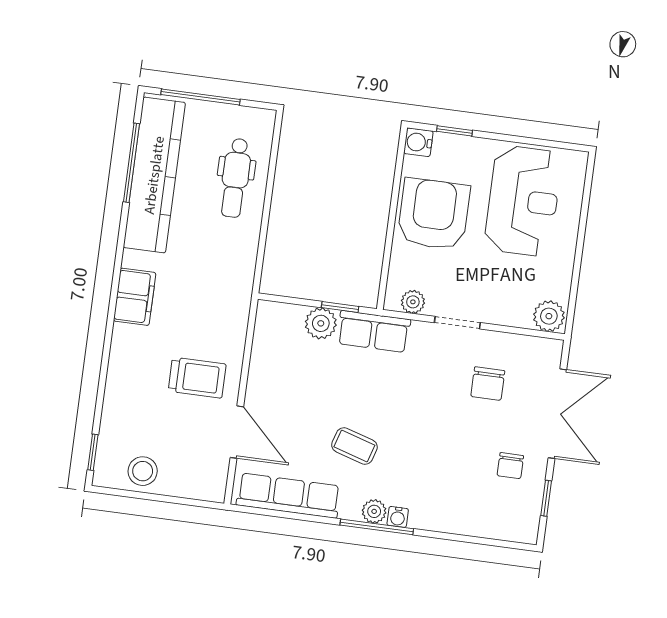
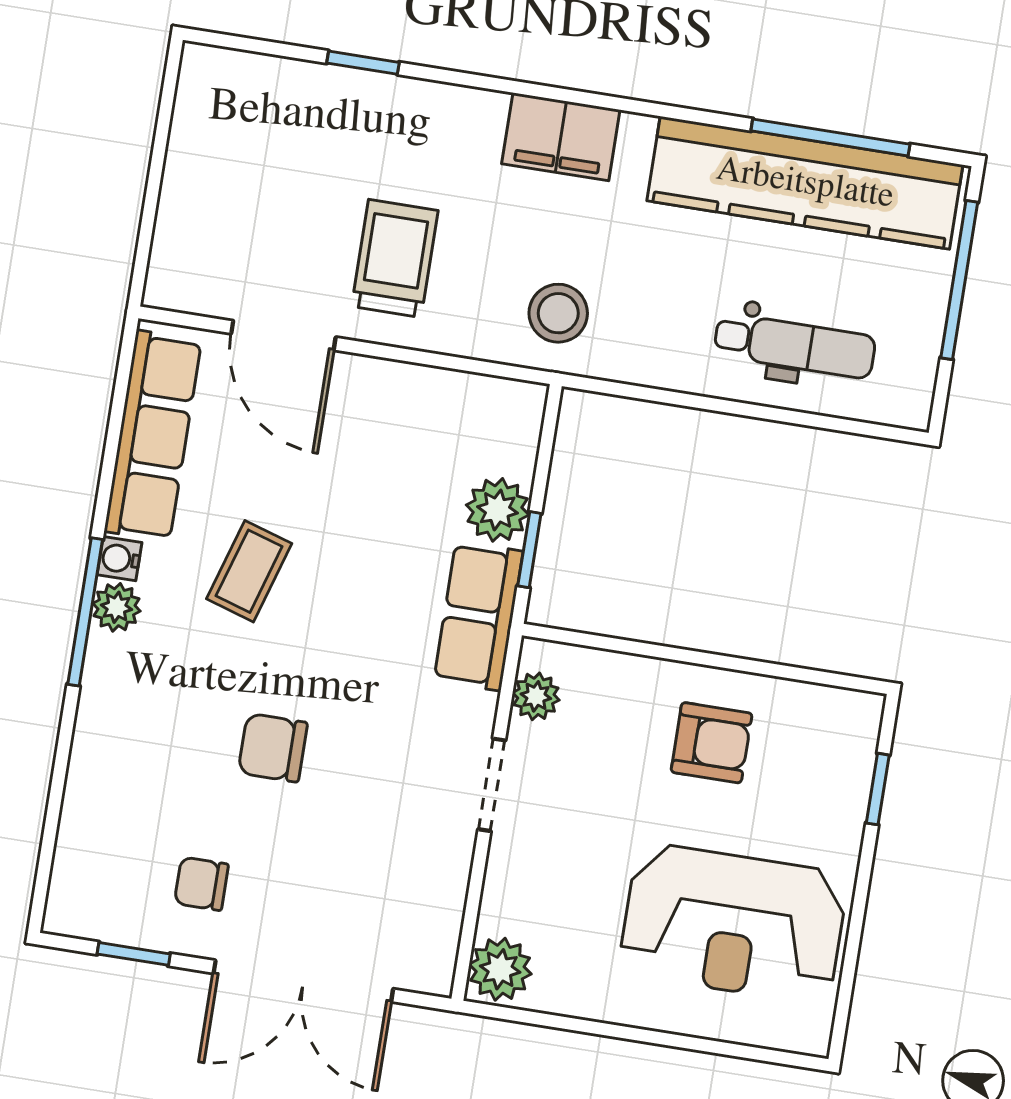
water cooler: (418, 142) -> (857, 716), removed
dental chair: (235, 178) -> (795, 346), turned 180
armchair: (434, 214) -> (712, 743), width x0.53, depth x0.53
trolley: (197, 378) -> (395, 258), turned 180
chair: (488, 384) -> (273, 748), moved
door: (237, 432) -> (283, 335), hinge flipped
window: (93, 452) -> (363, 63), moved
stool: (143, 471) -> (558, 313), moved
water cooler: (398, 517) -> (119, 559), moved

